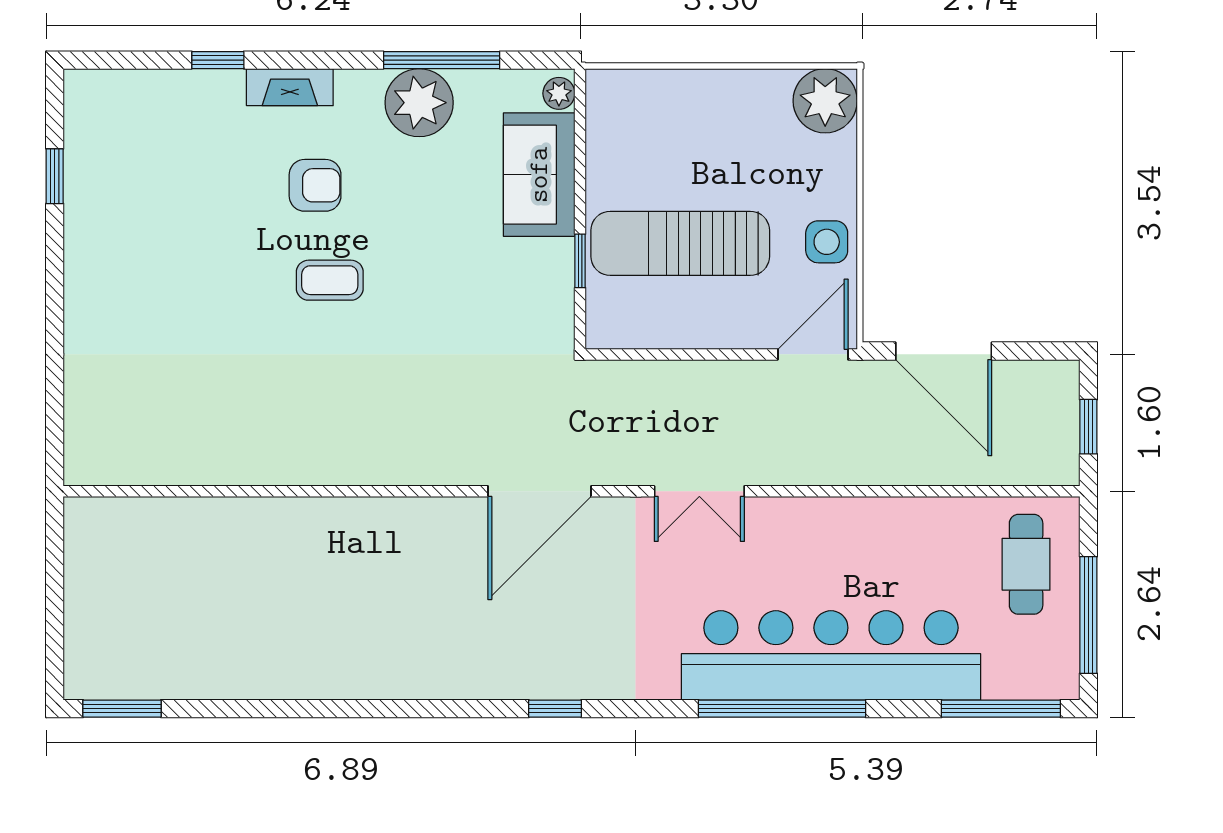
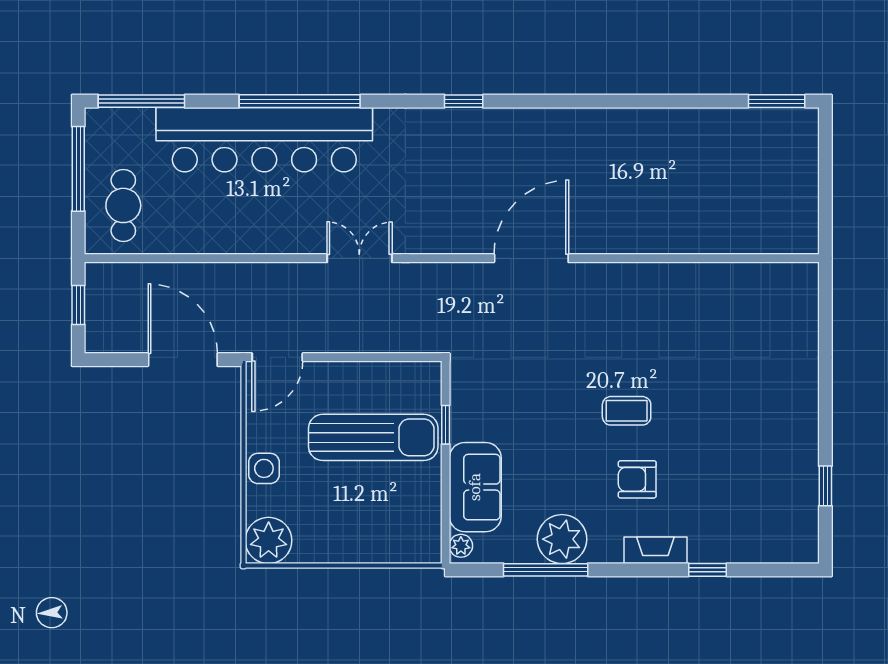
side table: (827, 242) -> (264, 468), moved
door: (540, 491) -> (531, 258), moved

